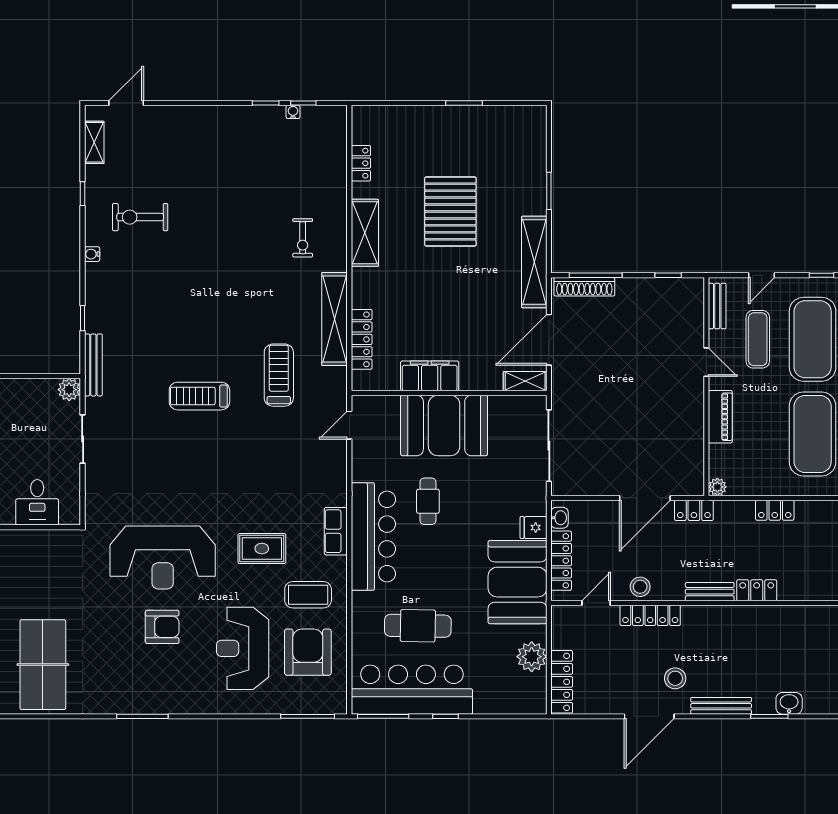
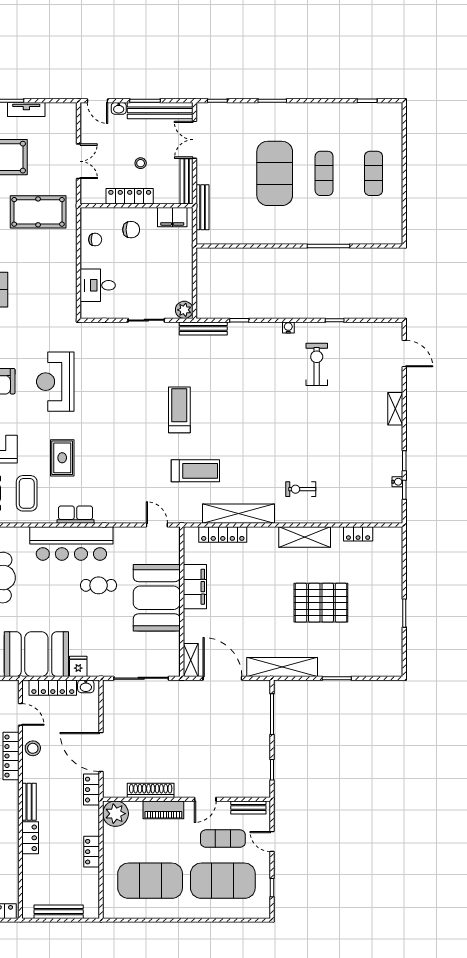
shelving: (94, 142) -> (395, 409), moved, turned 90
shoe rack: (584, 287) -> (151, 790), moved, turned 90
plant: (717, 487) -> (115, 814), width x1.88, depth x1.88
reception desk: (163, 558) -> (55, 382), width x0.74, depth x0.77

